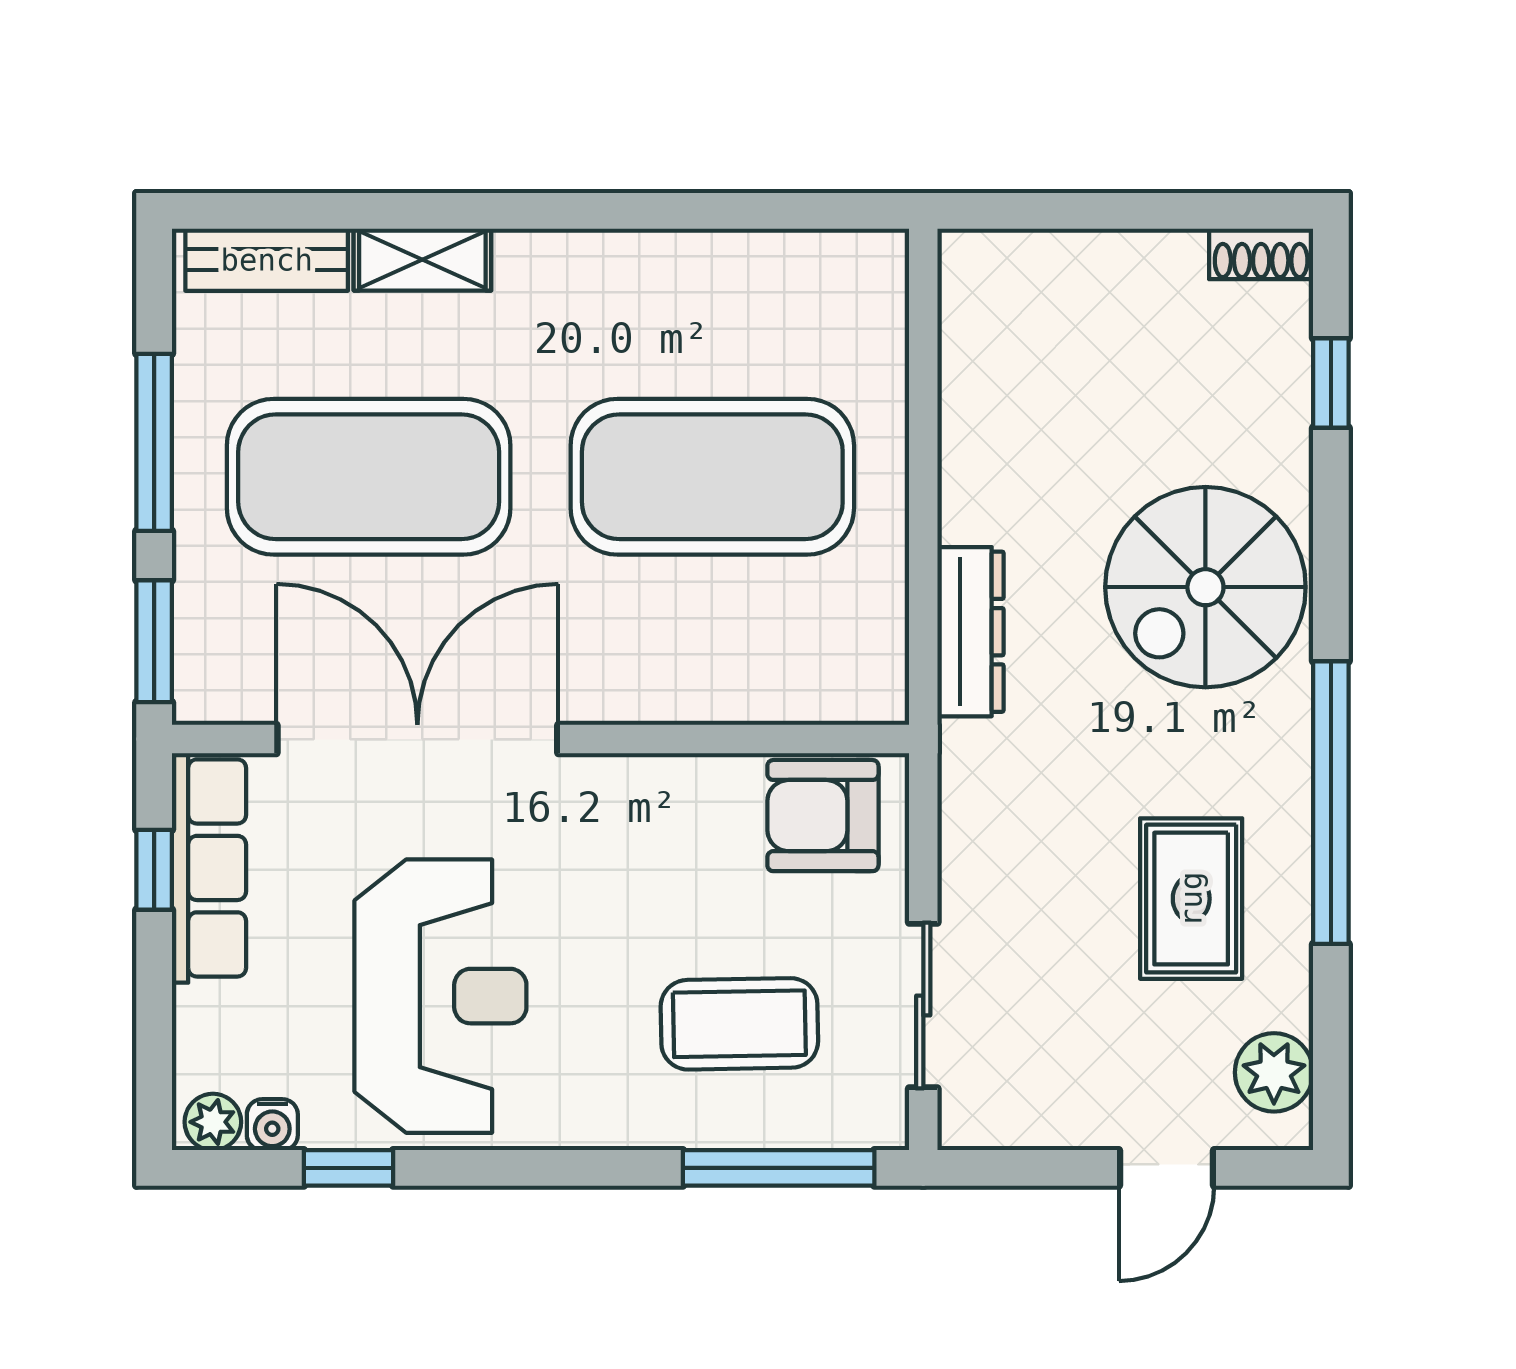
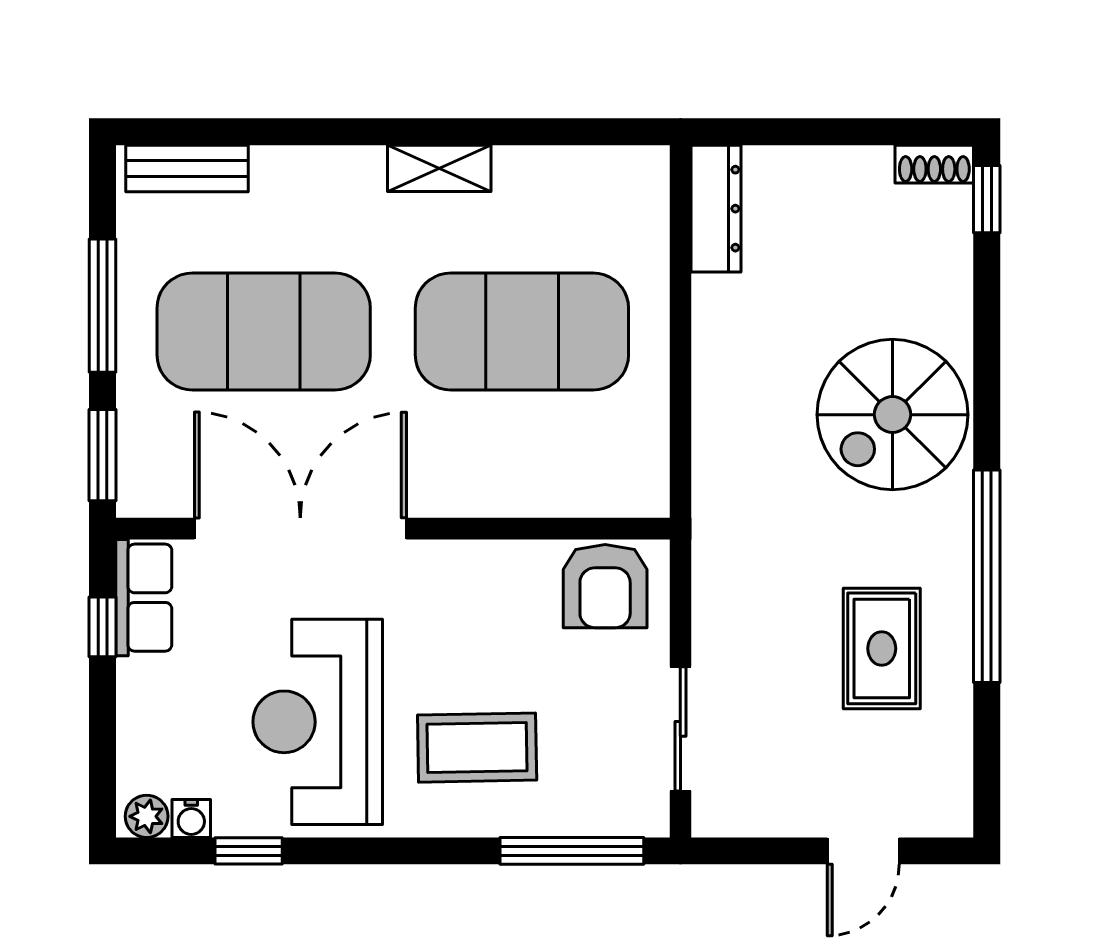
shelving: (422, 260) -> (439, 168), moved
window: (1331, 383) -> (987, 199), moved
dresser: (971, 632) -> (716, 209), moved
armchair: (823, 816) -> (605, 586), turned -90
row of seats: (209, 868) -> (144, 598), width x0.68
reception desk: (440, 996) -> (318, 722), turned 180
coffee table: (739, 1024) -> (477, 748), moved
plant: (1274, 1072) -> (944, 779), removed

